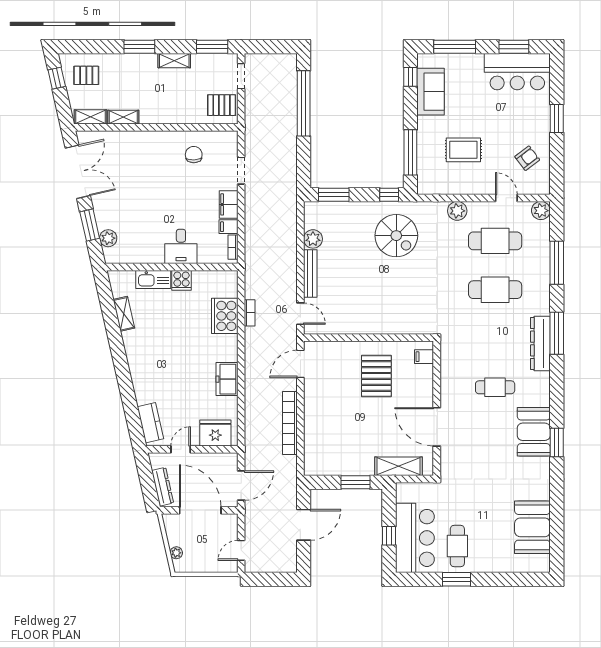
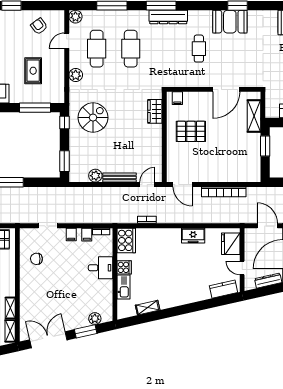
filing cabinet: (229, 204) -> (71, 235), width x0.50
cooker: (225, 316) -> (126, 240), moved, turned -90
wardrobe: (405, 324) -> (155, 111), added

